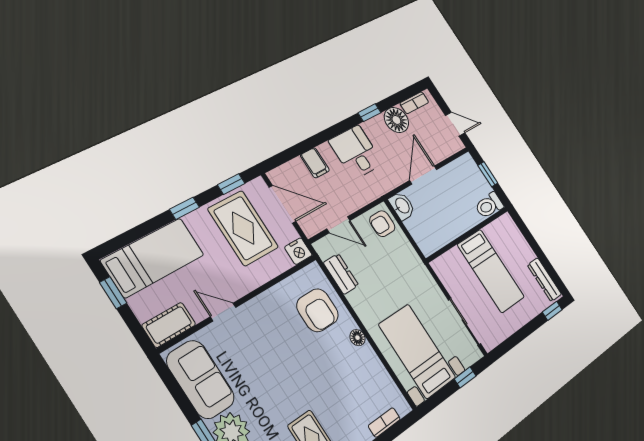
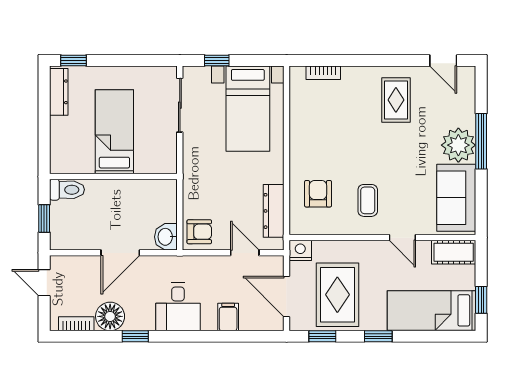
dresser: (341, 274) -> (274, 211), width x1.44
armchair: (318, 310) -> (318, 194), width x0.72, depth x0.72
coffee table: (274, 329) -> (368, 200), added
floor lamp: (358, 338) -> (297, 152), removed

